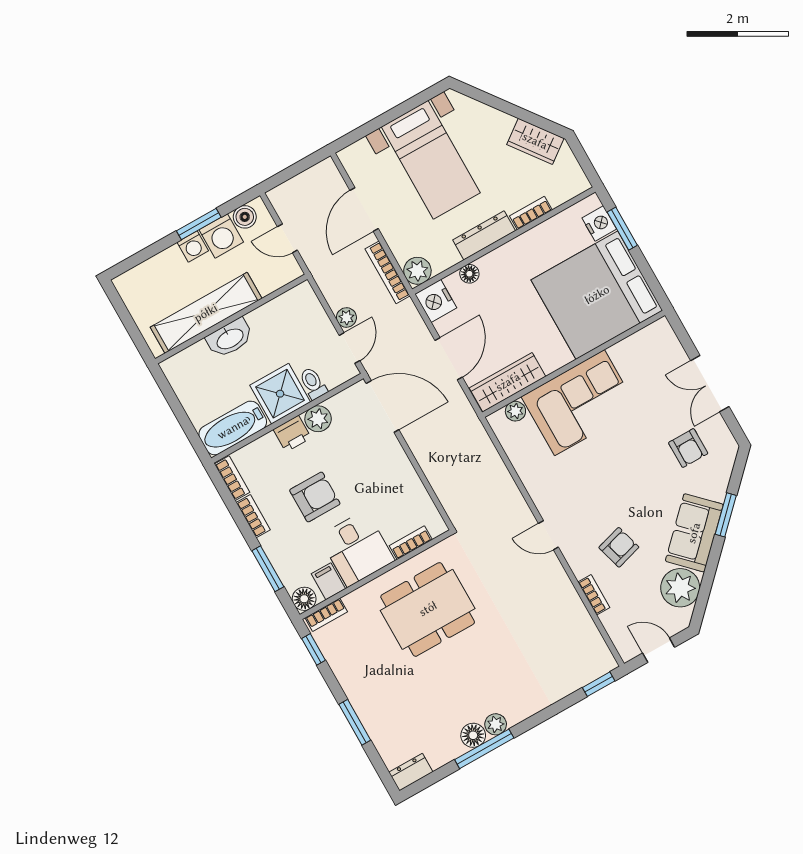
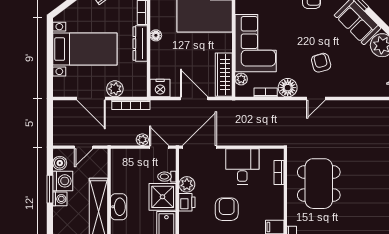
plant: (417, 271) -> (115, 89), moved
floor lamp: (469, 274) -> (156, 35), moved
floor lamp: (541, 486) -> (288, 88), added
armchair: (619, 547) -> (321, 63), moved
desk: (357, 548) -> (242, 166), moved, turned -90
bookcase: (594, 595) -> (266, 92), moved

